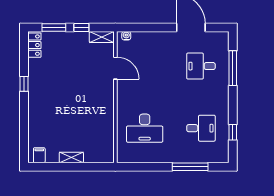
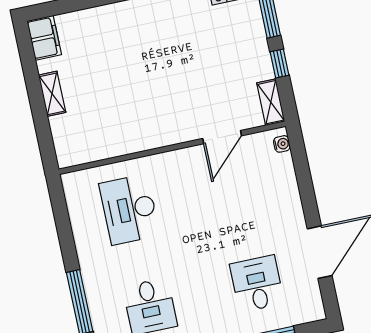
filing cabinet: (39, 155) -> (44, 38), width x2.00

